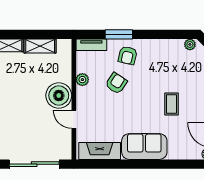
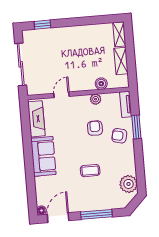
plant: (190, 44) -> (128, 184), width x1.87, depth x1.87
armchair: (116, 83) -> (95, 128), turned -123
boiler: (59, 96) -> (101, 84), moved, width x0.54, depth x0.54
coffee table: (171, 104) -> (90, 171), moved

